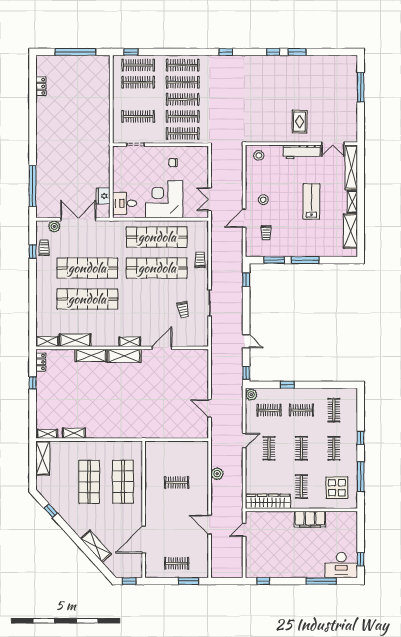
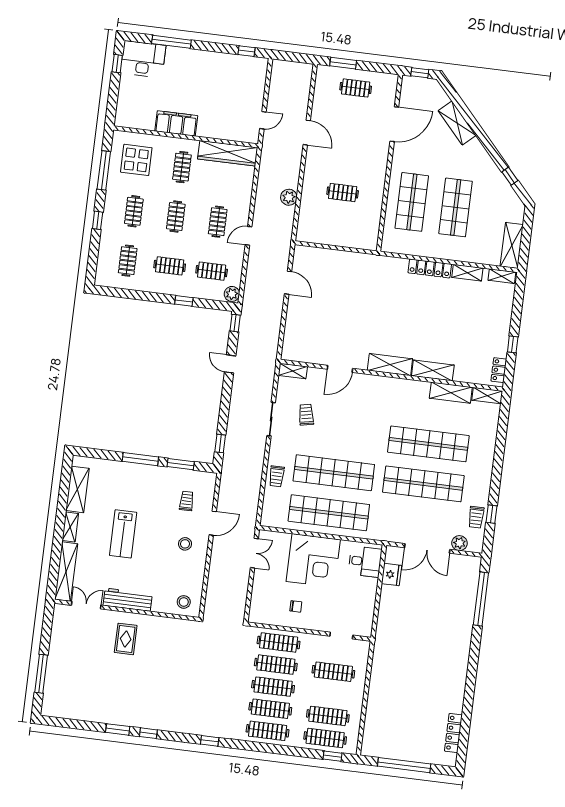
locker: (41, 86) -> (453, 733), width x1.53
shelving: (130, 342) -> (293, 371), moved
locker: (103, 433) -> (430, 268), added

